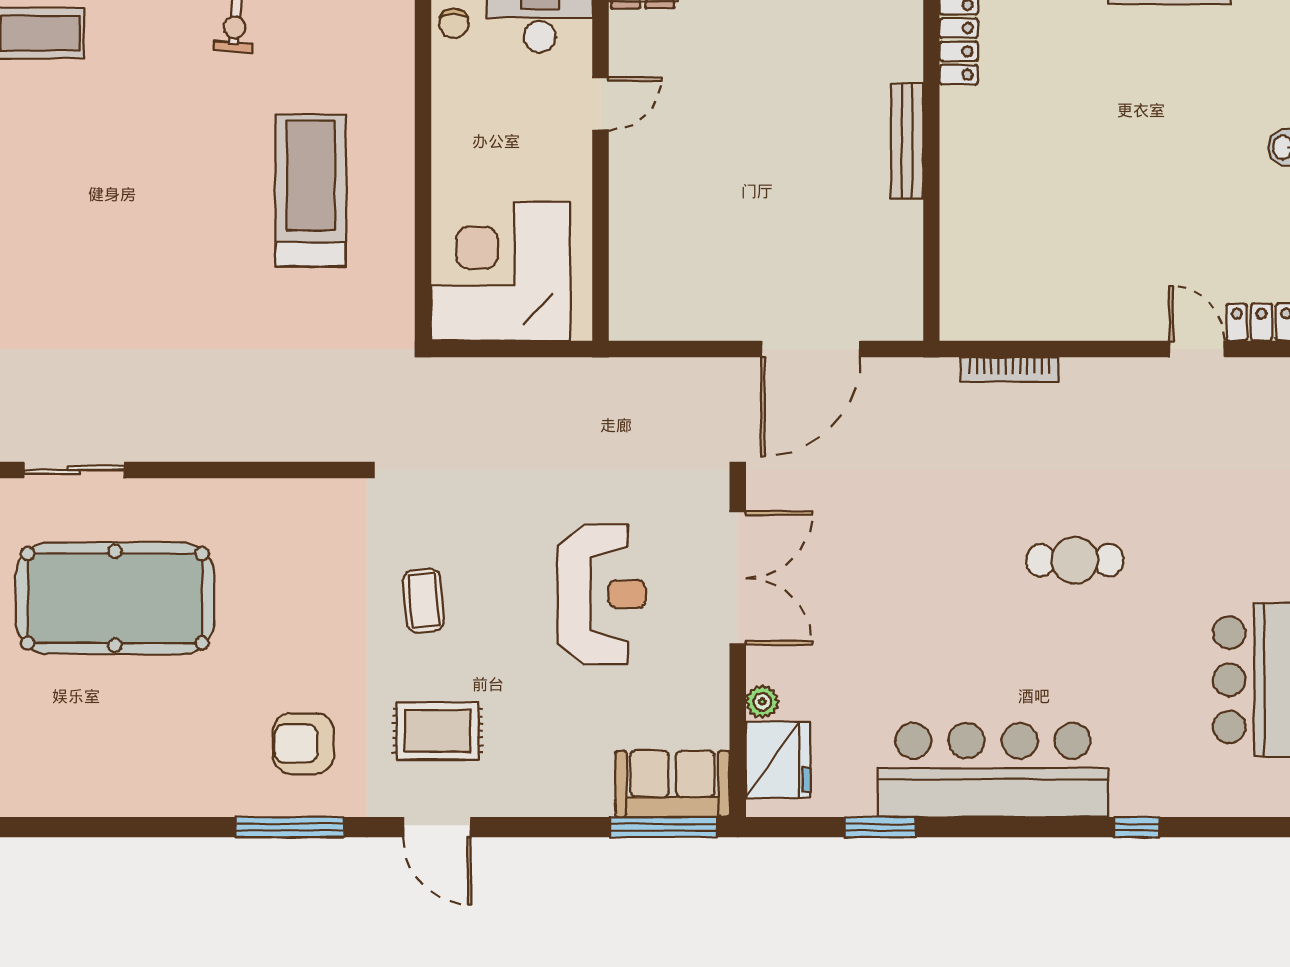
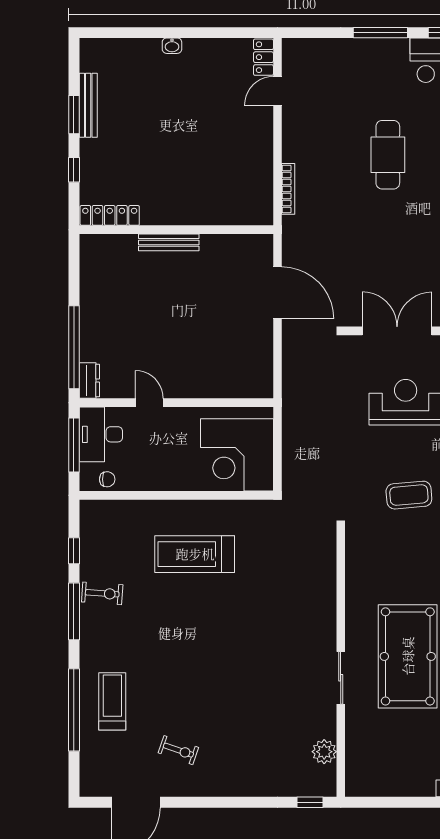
cafe table: (1075, 560) -> (388, 155), width x1.37, depth x1.35
coffee table: (424, 601) -> (409, 495), width x1.36, depth x1.30

